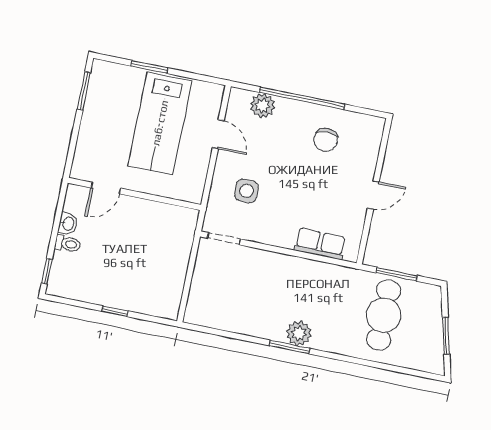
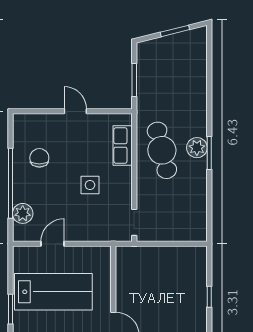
chair: (326, 140) -> (39, 158), turned -90
side table: (246, 191) -> (90, 185), moved
cafe table: (384, 315) -> (162, 150), moved, turned 76

